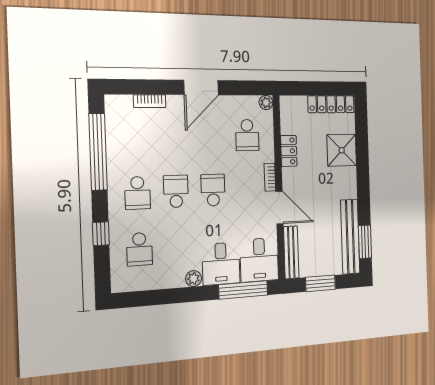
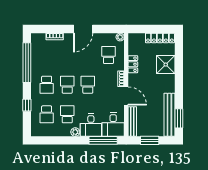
school desk: (247, 135) -> (108, 55), turned 180
school desk: (178, 247) -> (67, 114), added

